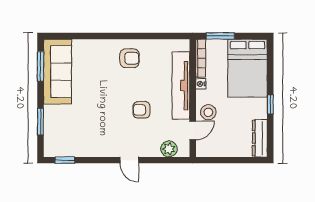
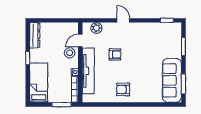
bed: (248, 68) -> (39, 83), width x0.67

